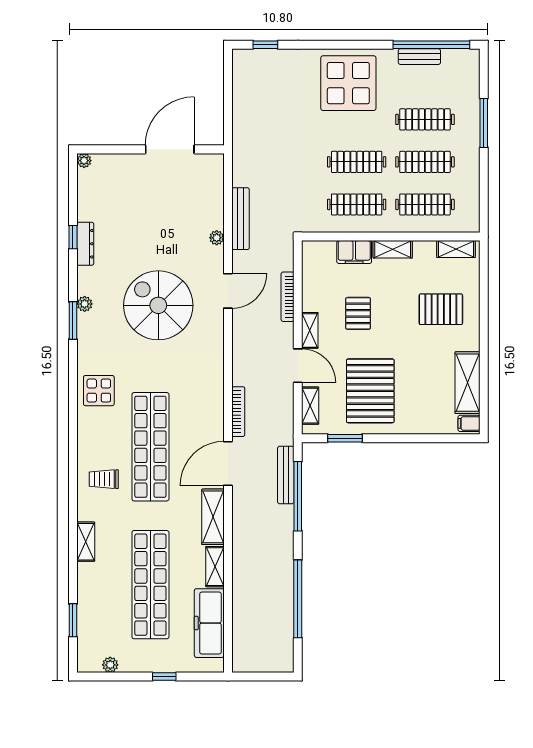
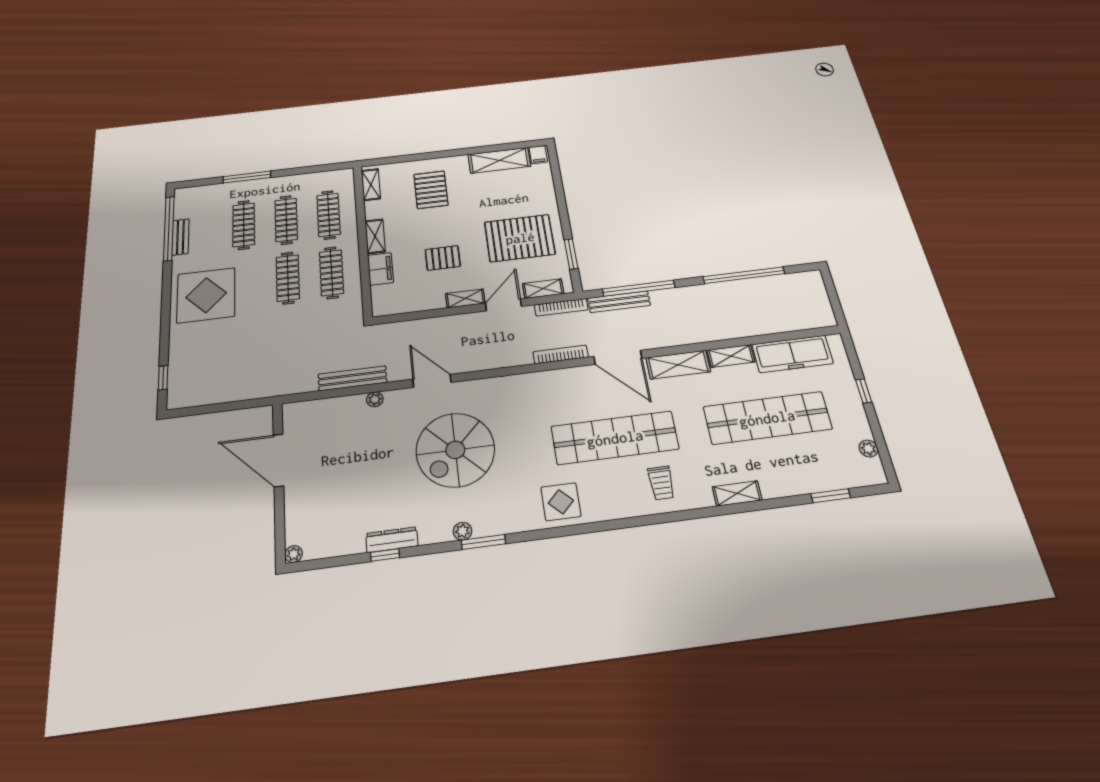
bookcase: (288, 297) -> (561, 307), moved

